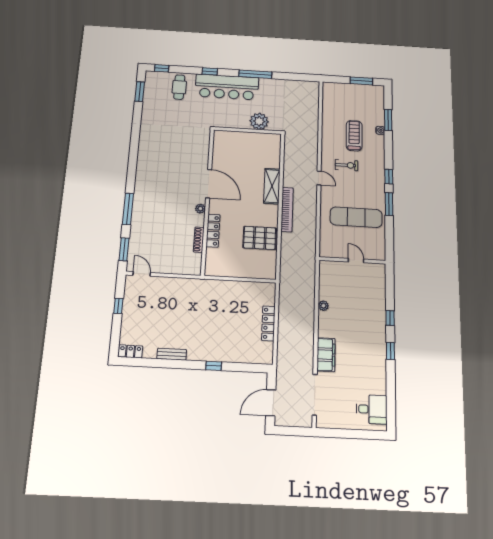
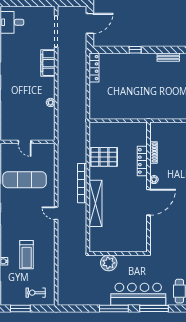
window: (210, 71) -> (154, 309), width x2.17
exercise bike: (346, 165) -> (36, 293), moved
door: (209, 184) -> (149, 202), swing flipped
shelving: (272, 186) -> (96, 203), width x1.47
locker: (268, 323) -> (94, 68), moved

